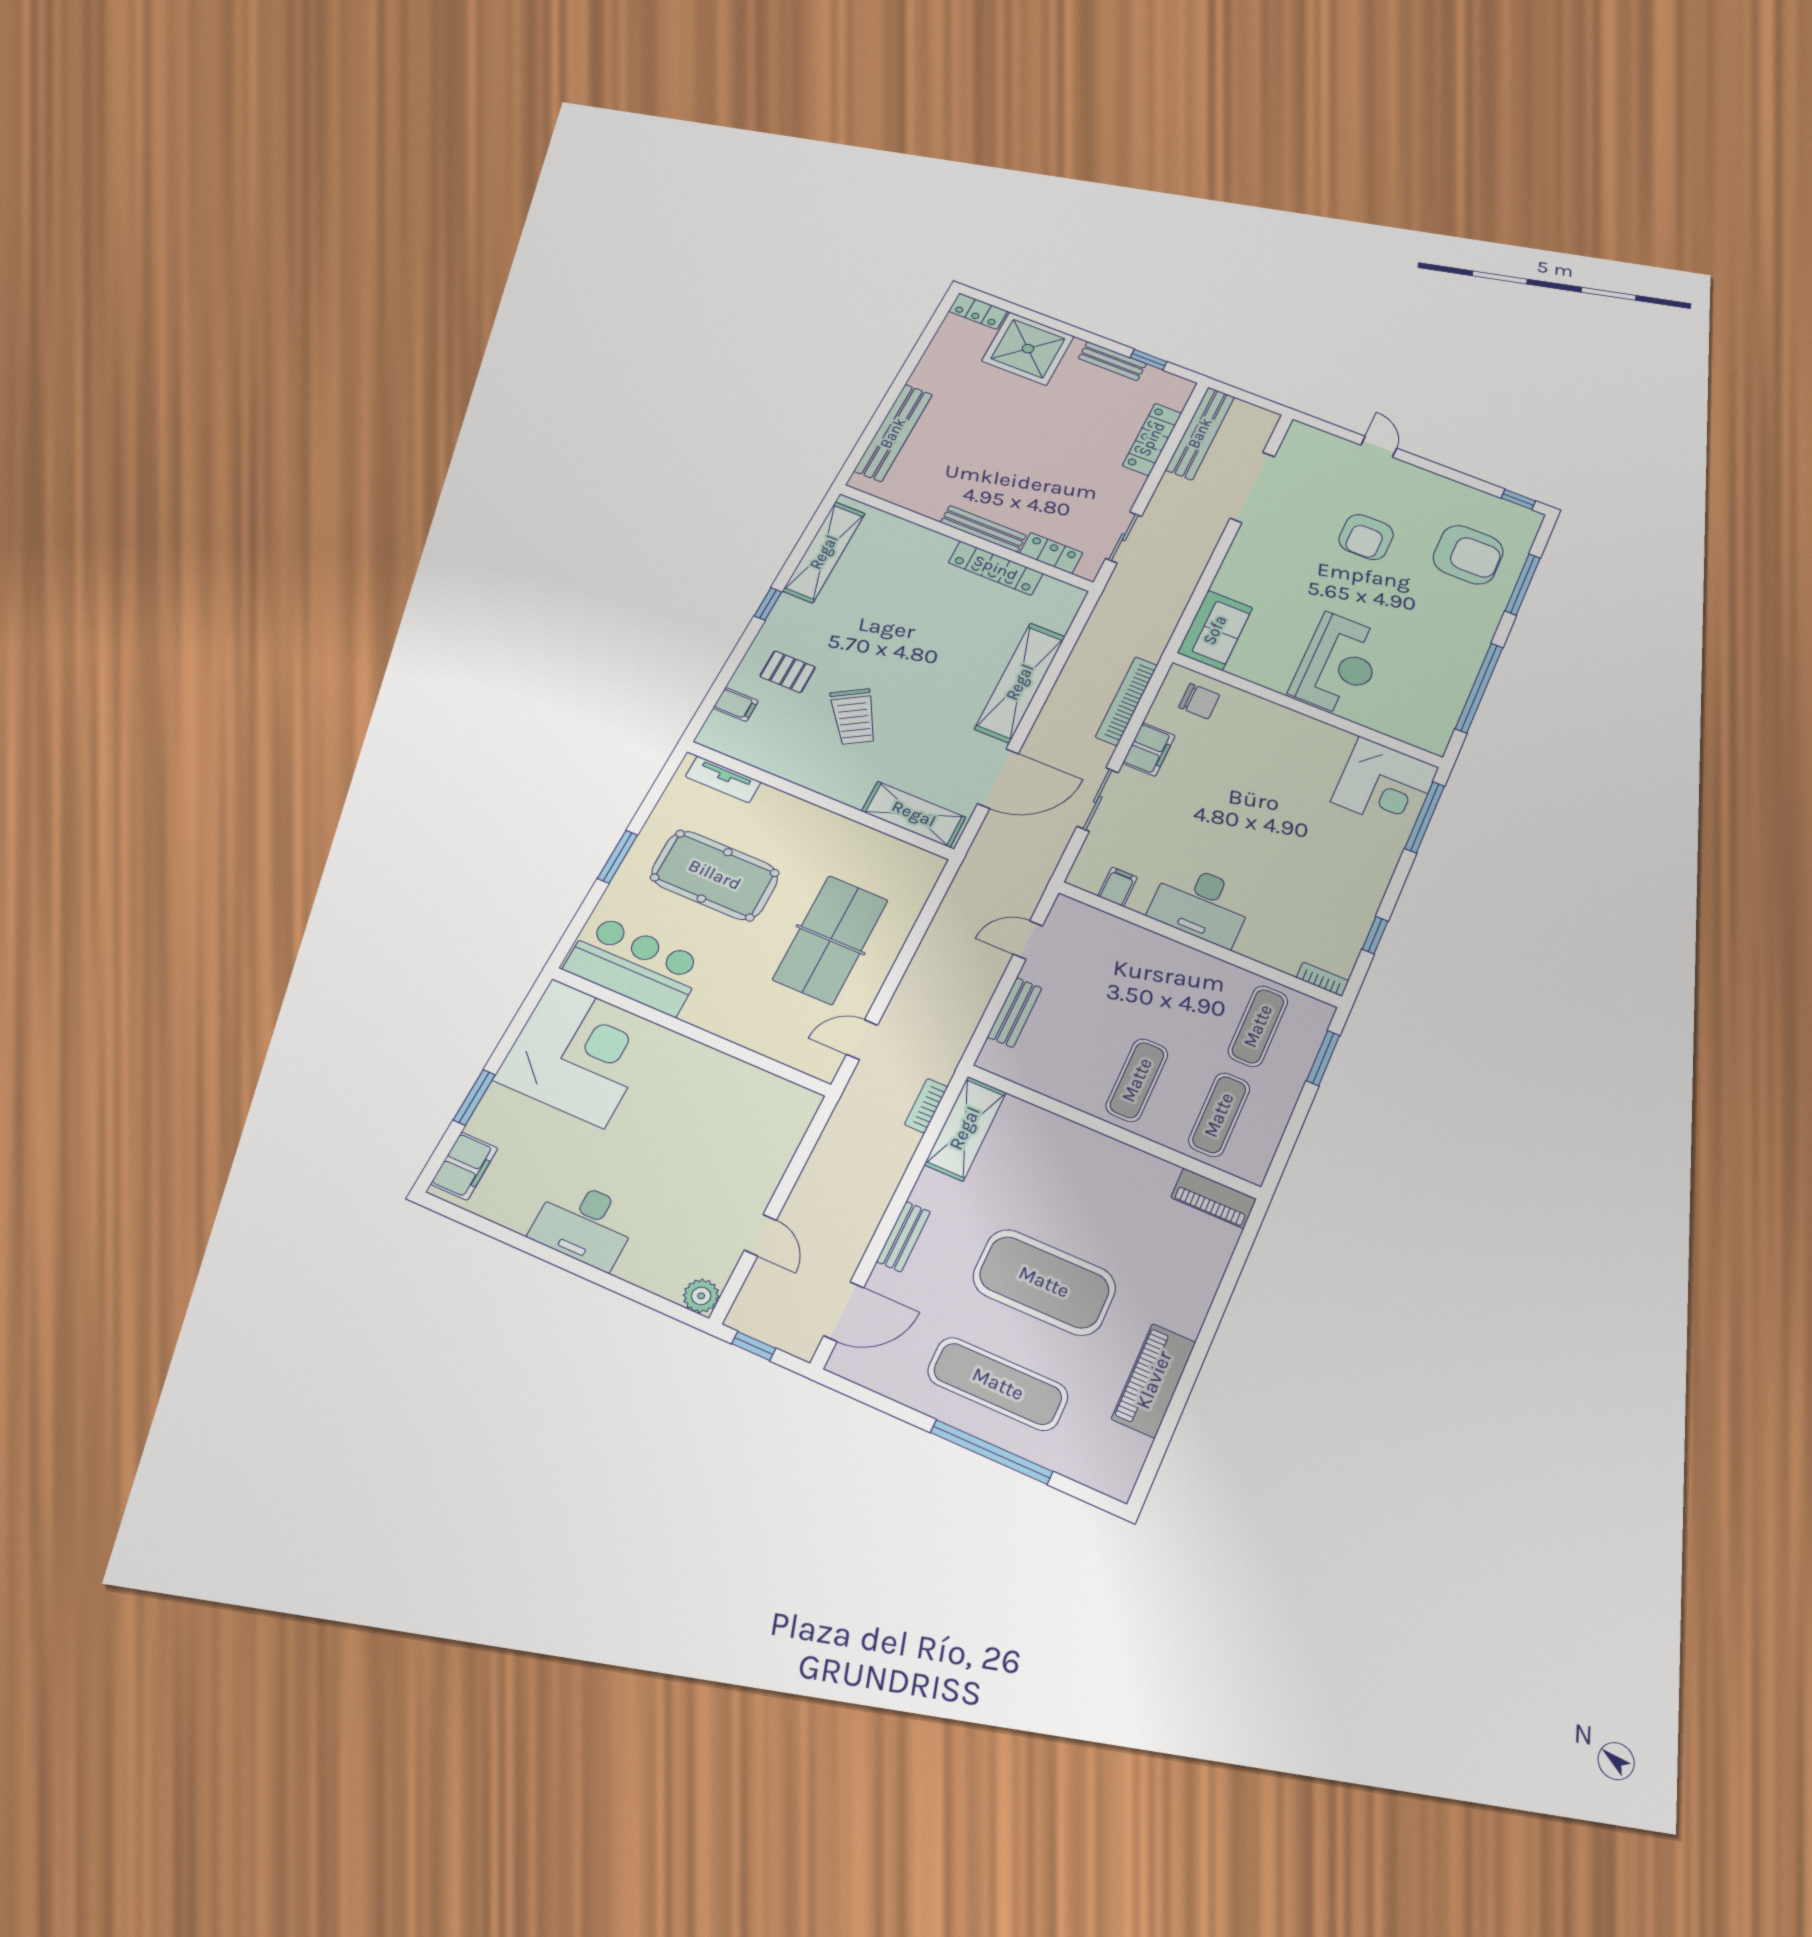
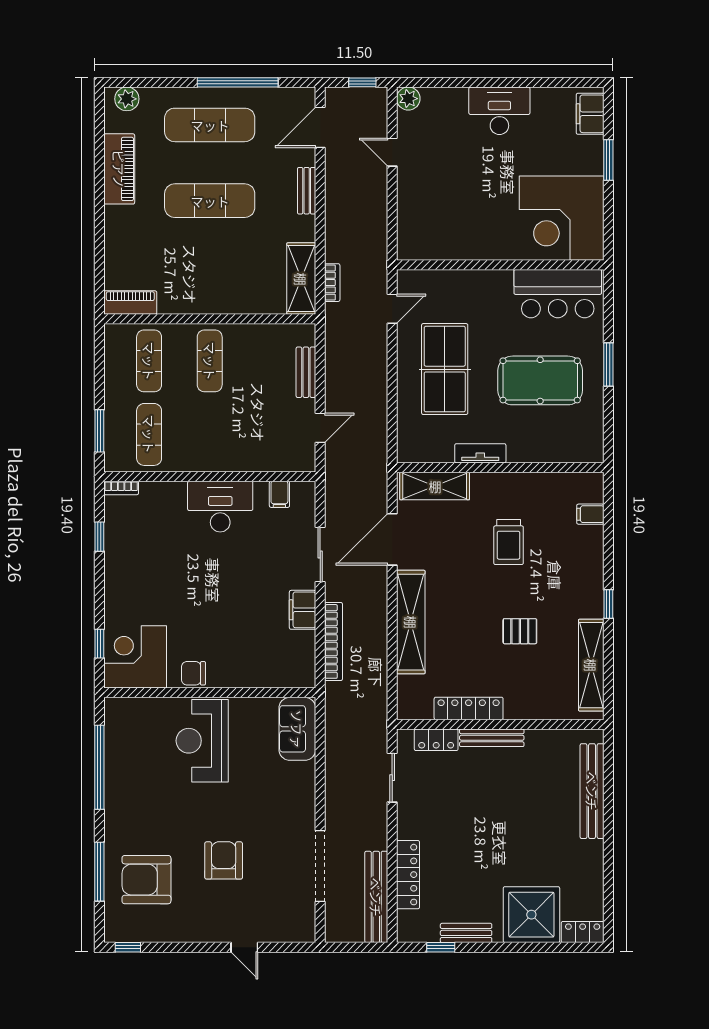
pallet: (788, 672) -> (520, 631), moved
chair: (1199, 701) -> (193, 673), moved
trolley: (854, 717) -> (509, 542), turned -147
tv unit: (723, 779) -> (480, 453), moved
window: (1425, 817) -> (99, 644), width x0.46
exercise mat: (1044, 1282) -> (210, 201), width x0.68
window: (991, 1452) -> (238, 82), moved
plant: (1101, 1473) -> (127, 99), added

